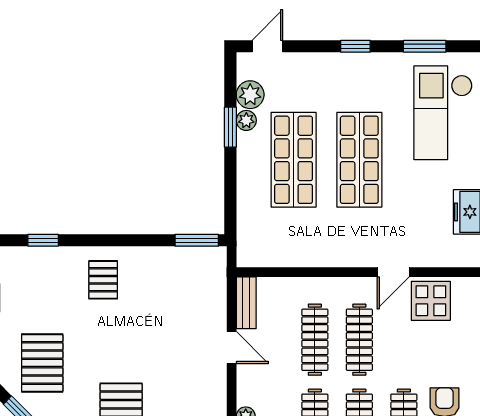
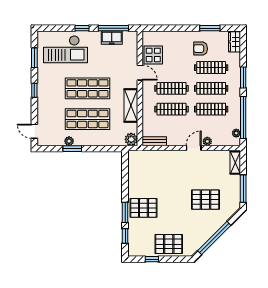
plant: (250, 95) -> (131, 139), moved
window: (197, 240) -> (125, 212), moved
shelving: (323, 253) -> (131, 105), added
pallet: (103, 280) -> (143, 208), width x1.50, depth x1.42
door: (232, 347) -> (194, 148), moved
pallet: (42, 363) -> (169, 244), moved

